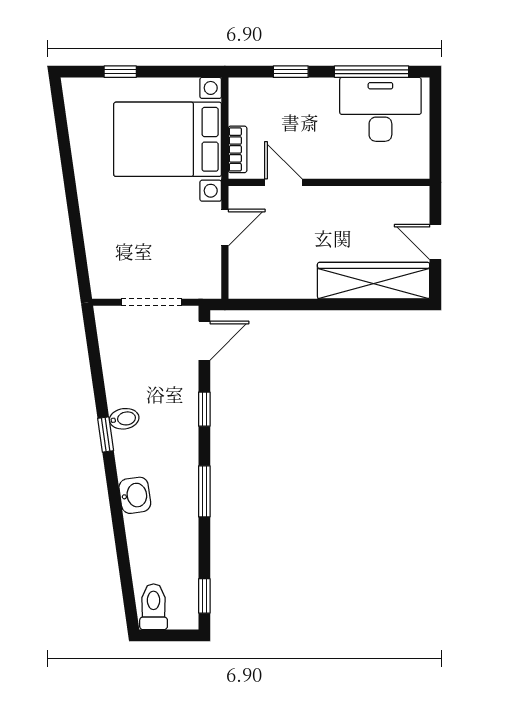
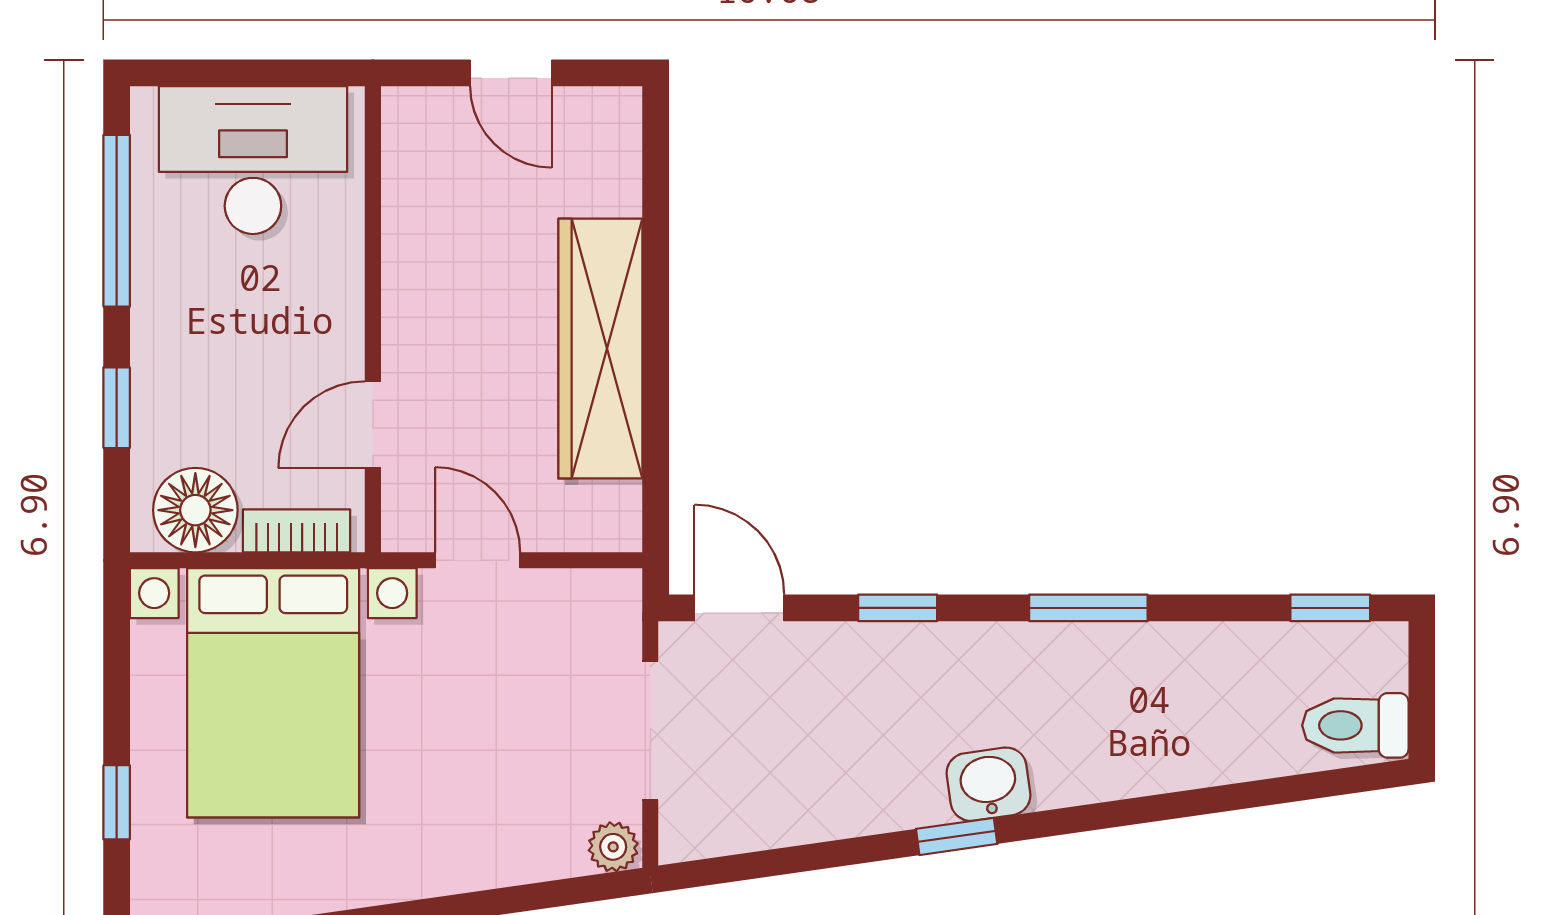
floor lamp: (247, 106) -> (195, 510), added
desk: (380, 109) -> (253, 160), moved, turned 90
door: (435, 242) -> (511, 73), hinge flipped
wardrobe: (374, 281) -> (600, 349), moved
plant: (101, 286) -> (613, 847), added
bidet: (124, 419) -> (920, 793), removed
washbasin: (135, 495) -> (988, 784), moved

